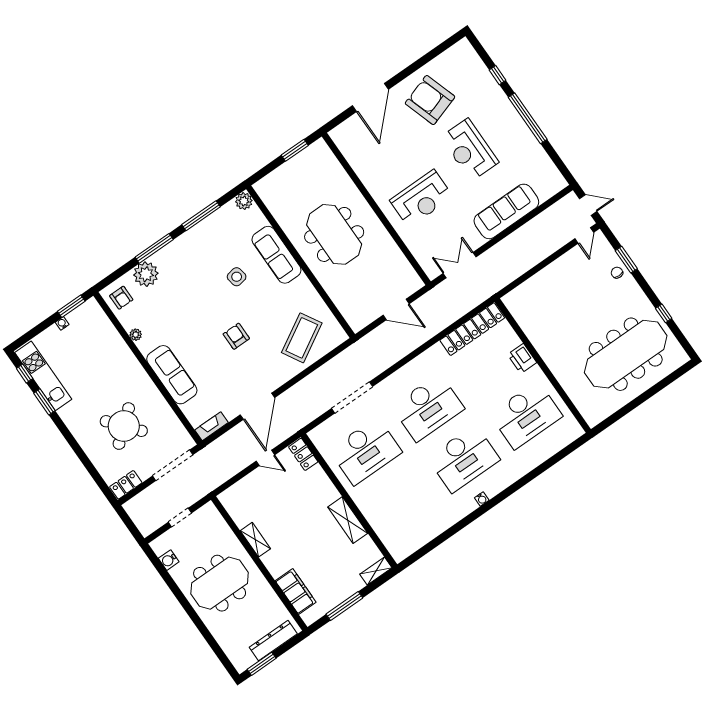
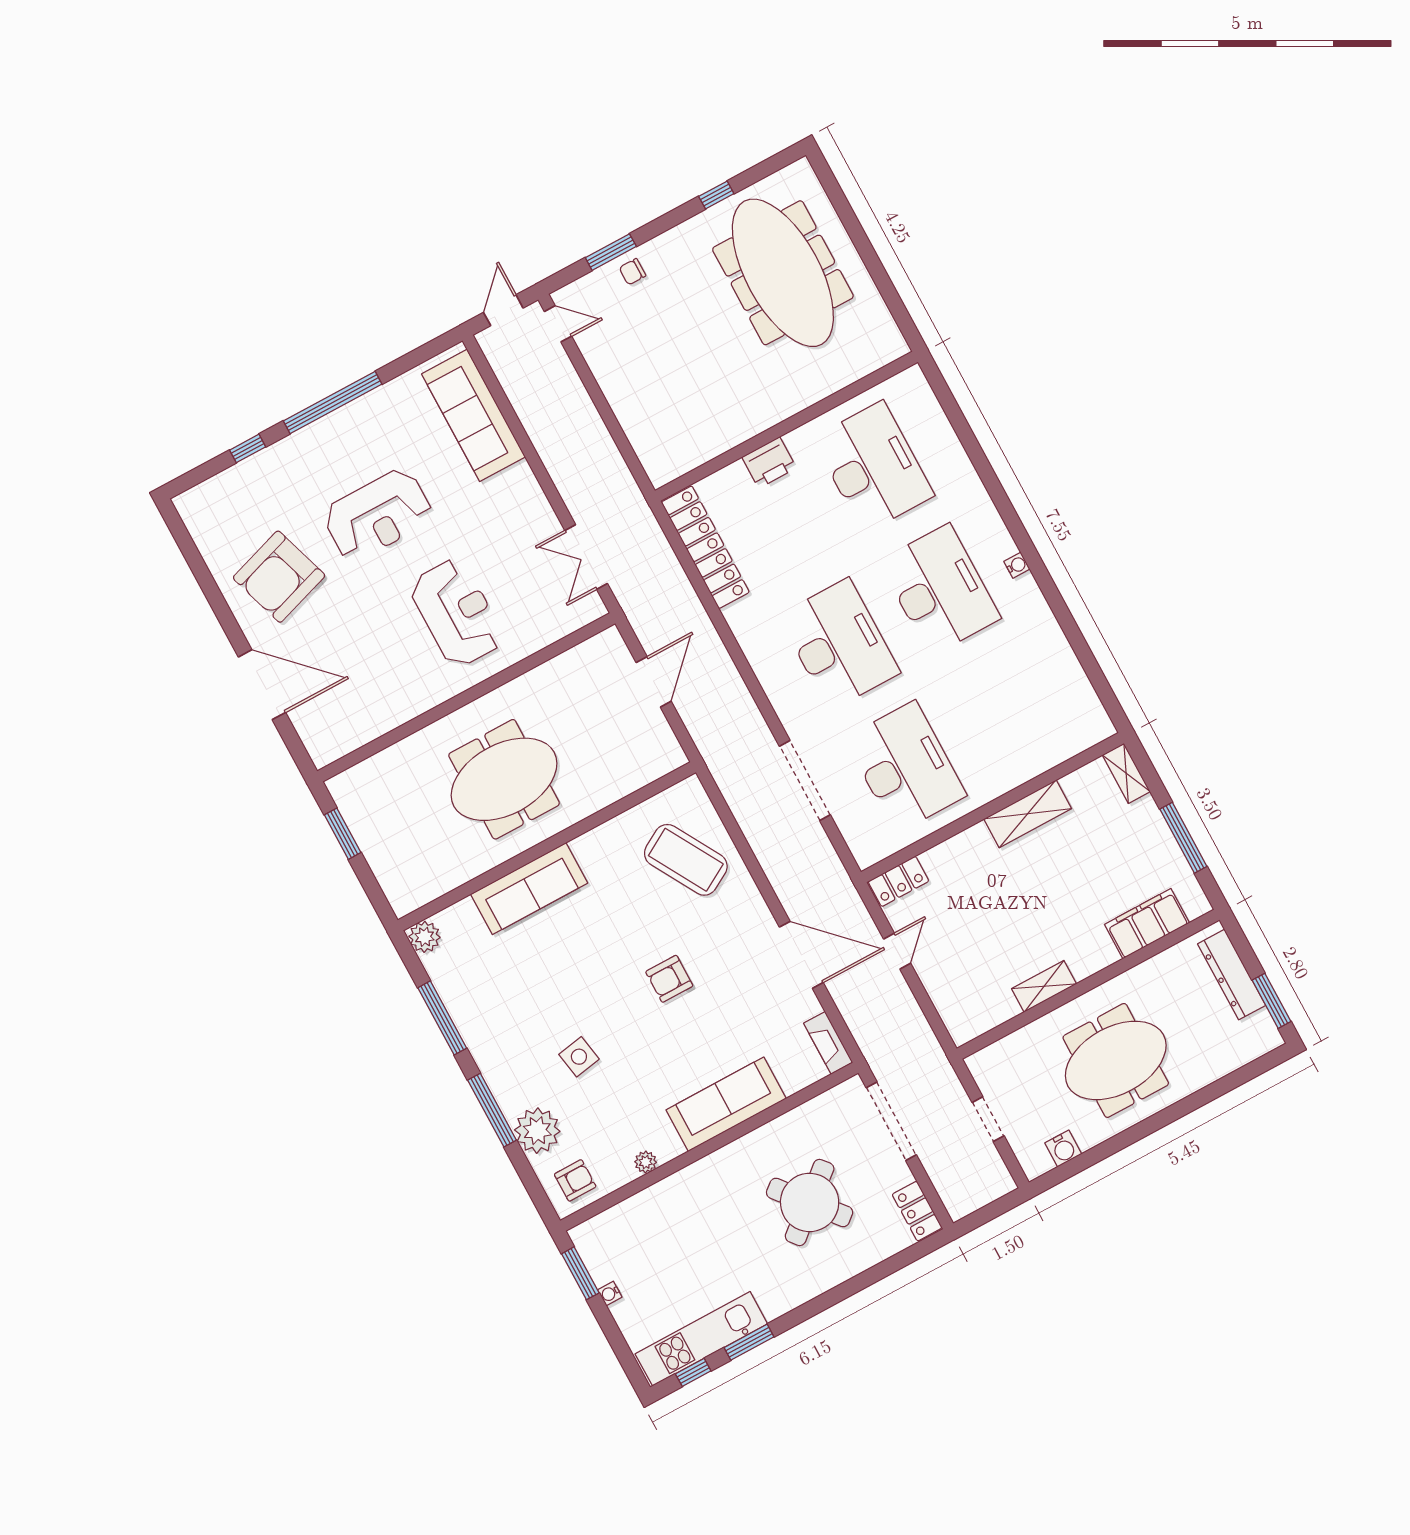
sofa: (506, 211) -> (473, 415), moved
side table: (237, 277) -> (579, 1057), moved
meeting table: (220, 583) -> (1116, 1060), turned 90

